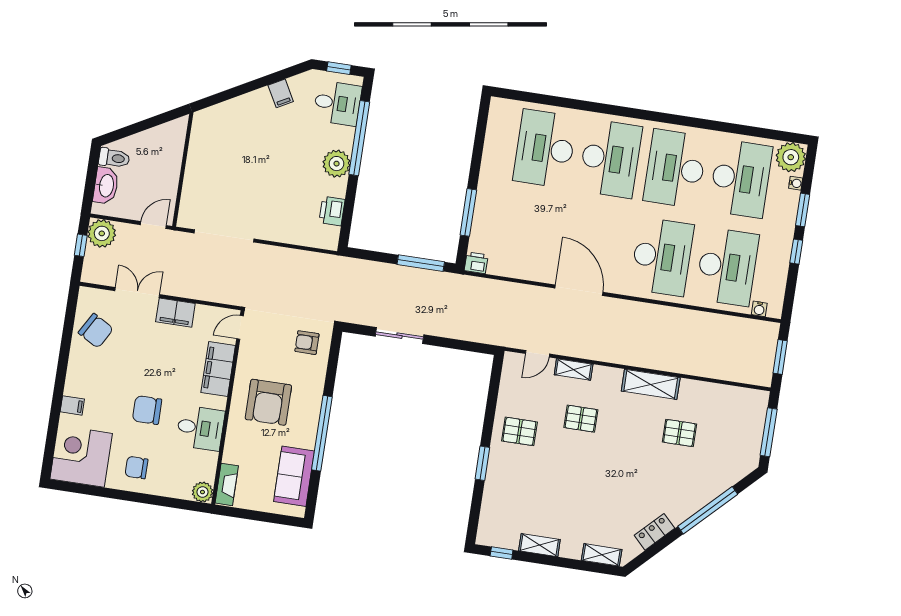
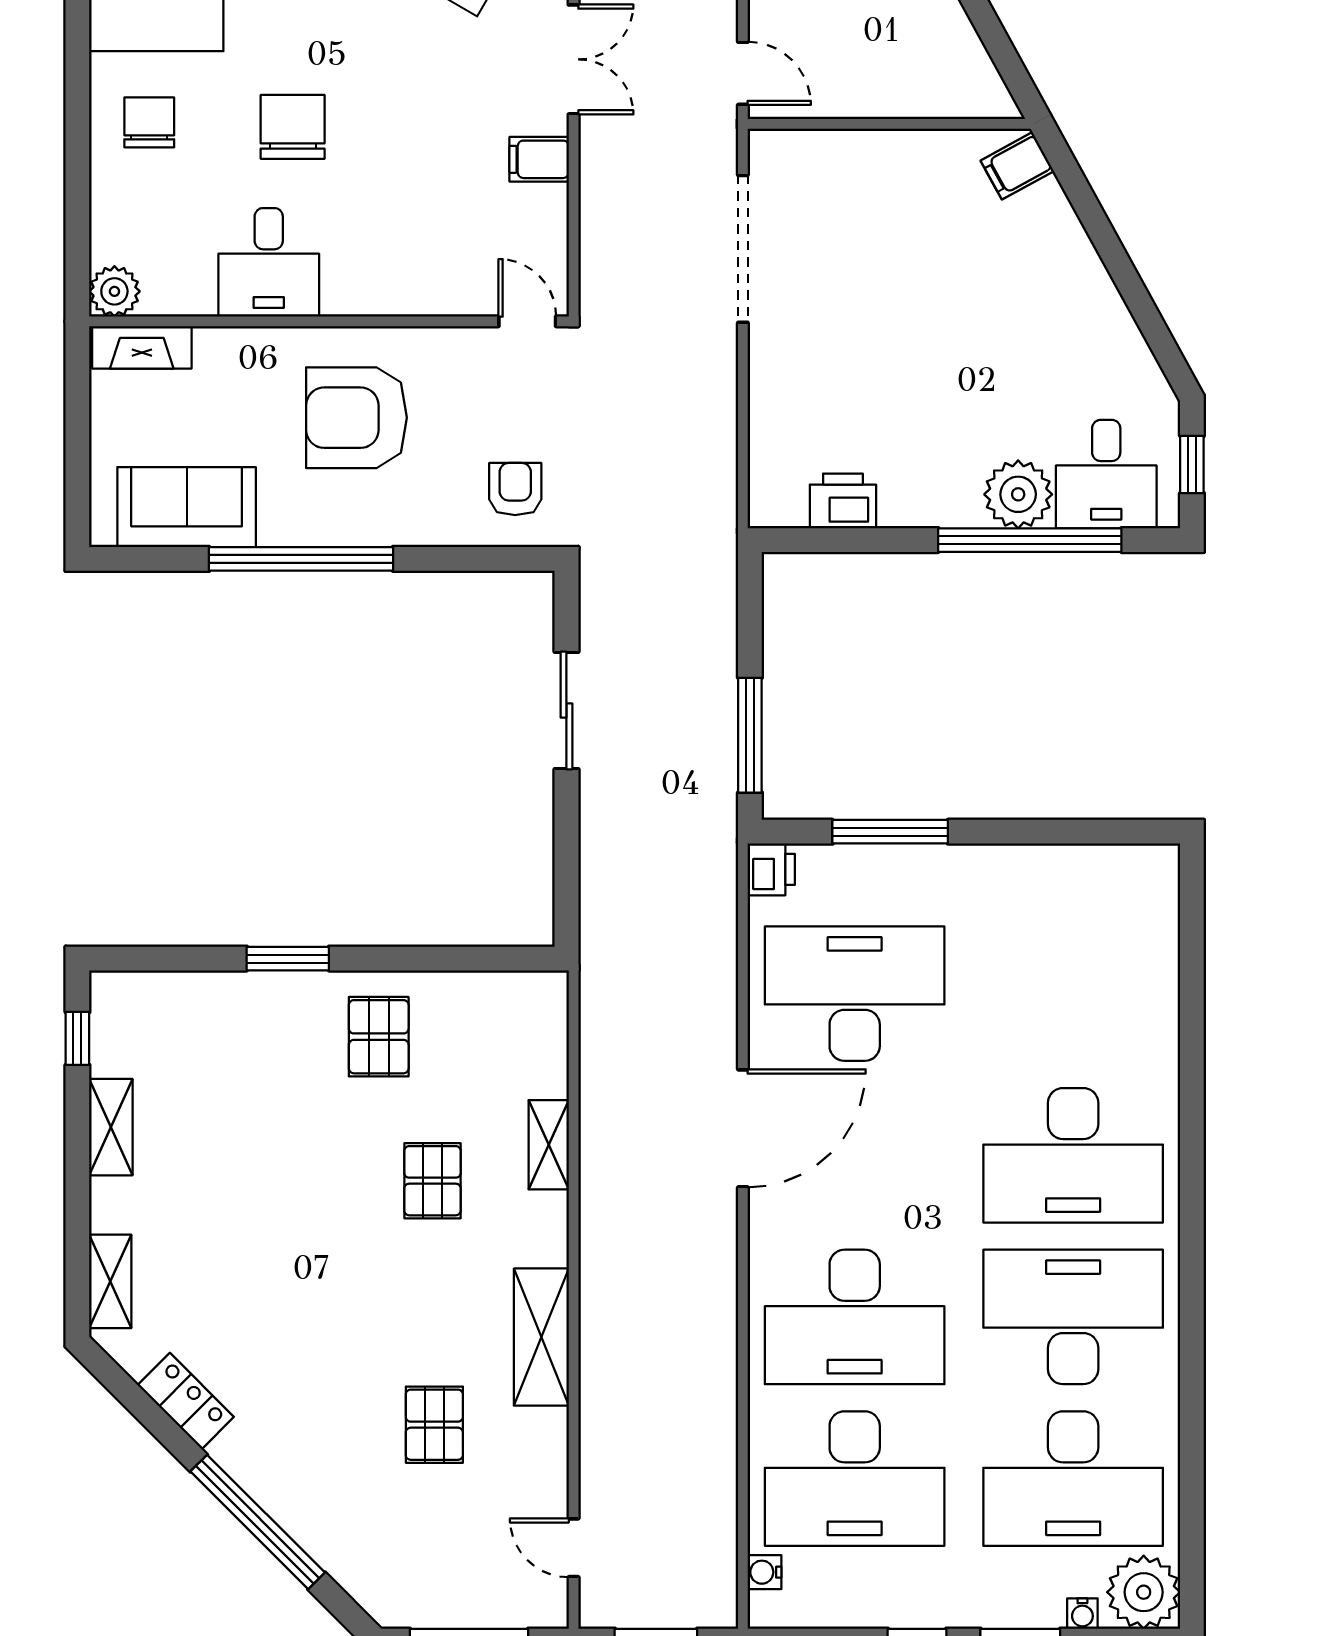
filing cabinet: (281, 93) -> (1017, 166), moved
desk: (545, 149) -> (855, 994), moved
plant: (337, 164) -> (1018, 494), moved
filing cabinet: (175, 313) -> (539, 159), width x0.50
door: (538, 354) -> (574, 1548), moved
filing cabinet: (218, 369) -> (418, 284), removed

